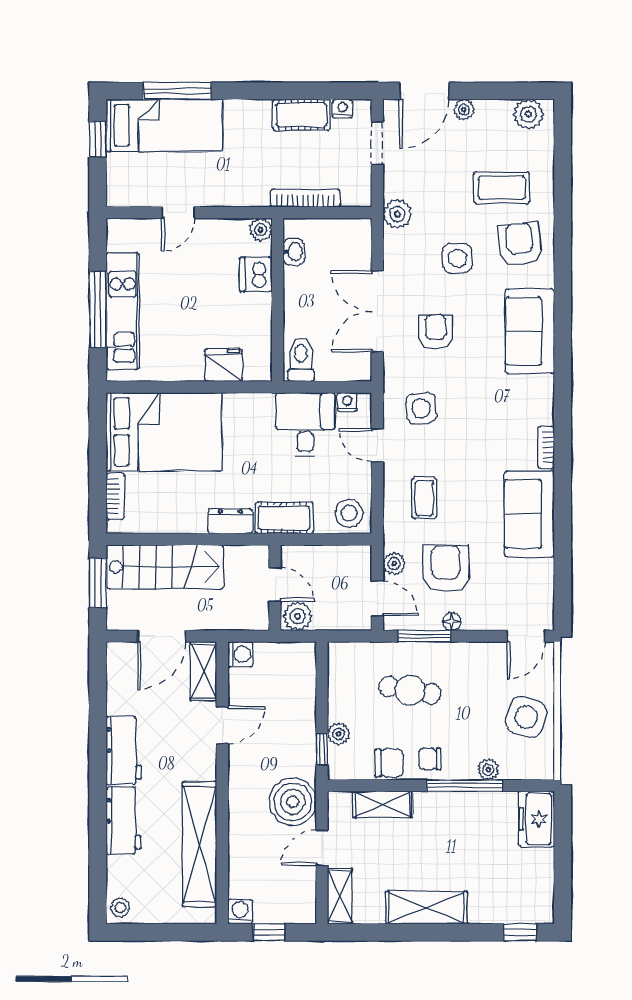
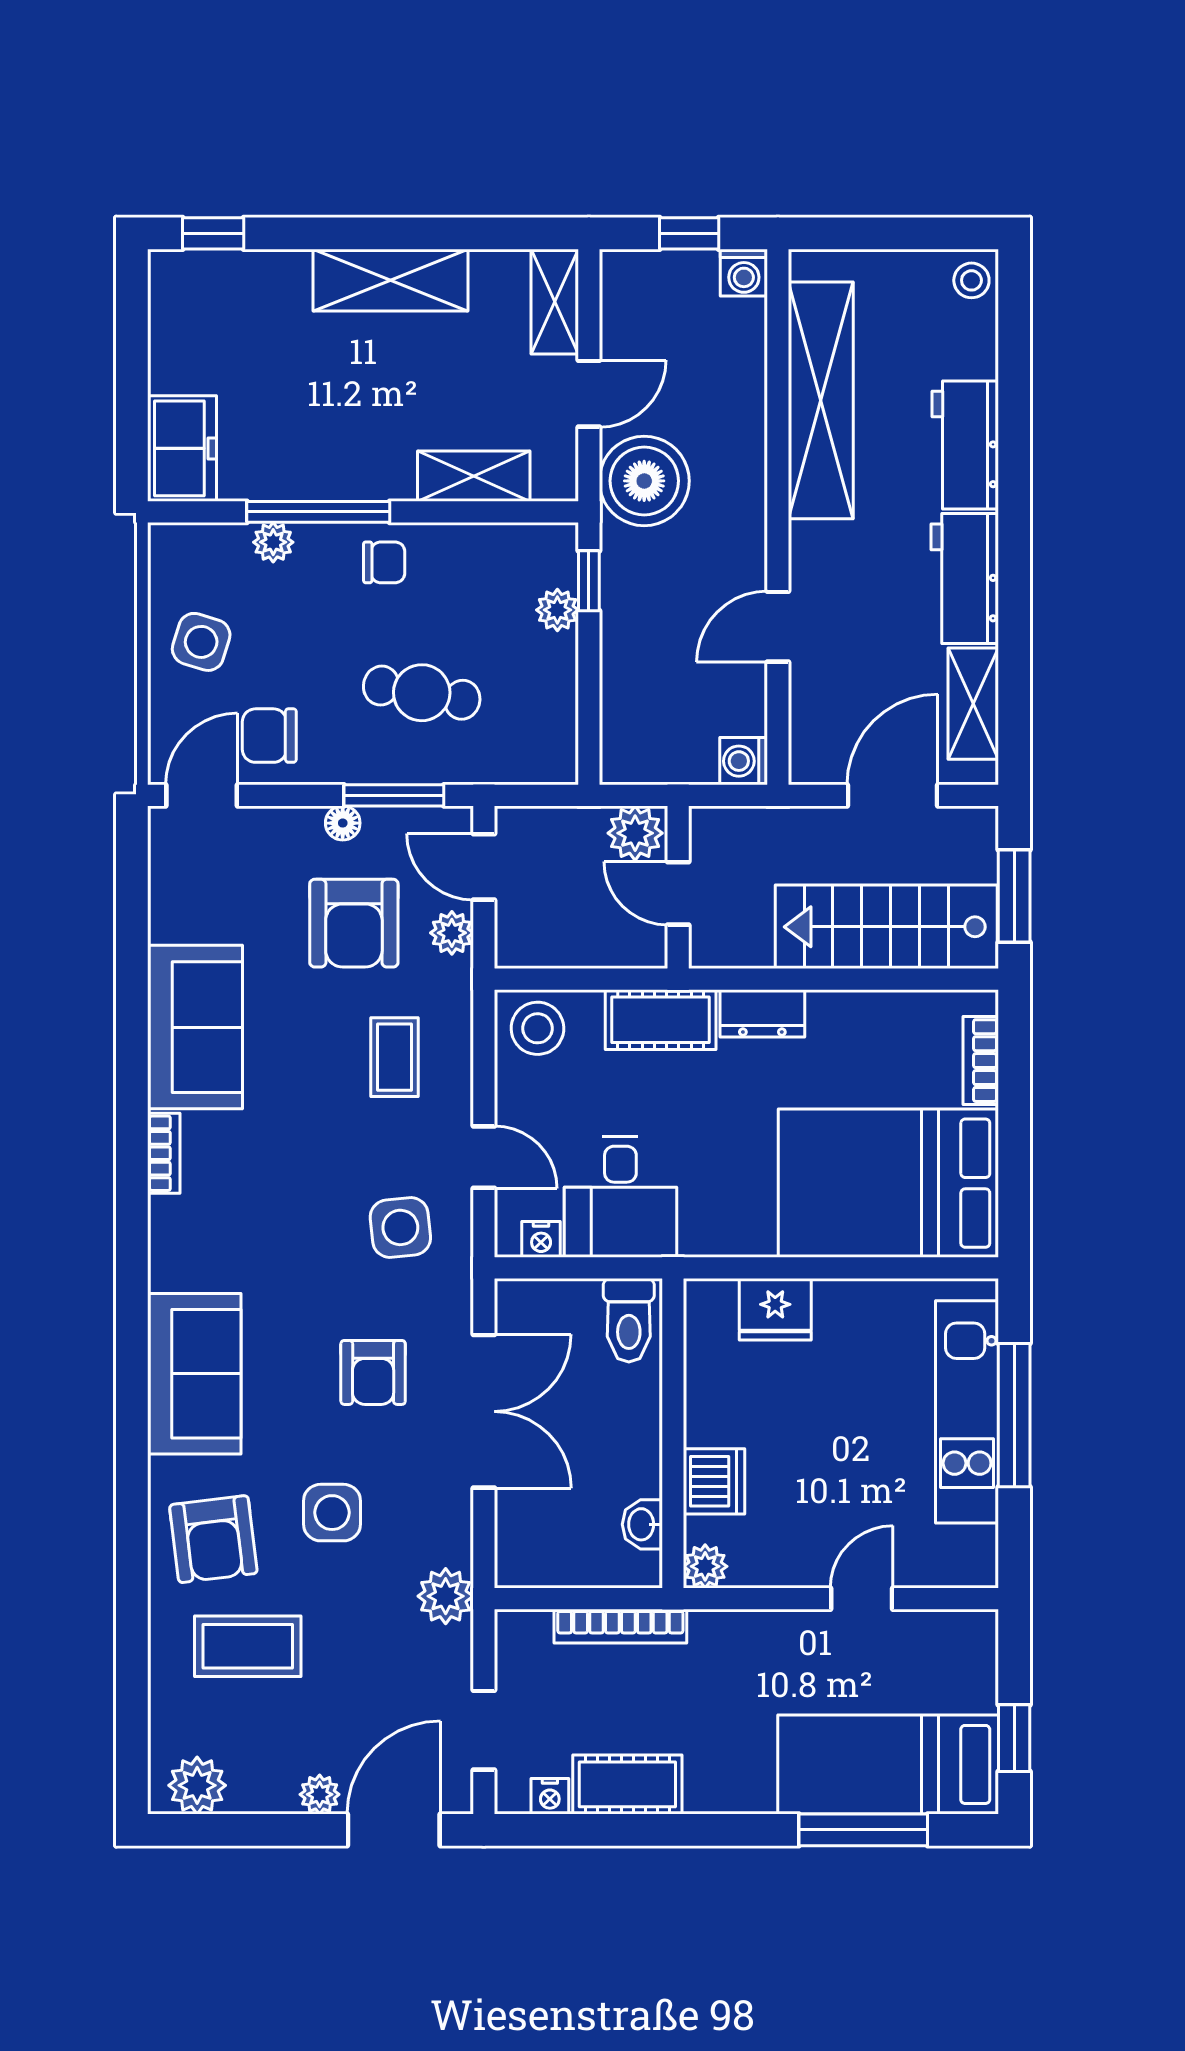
shelving: (204, 671) -> (973, 704), moved
side table: (526, 717) -> (201, 642), width x0.73, depth x0.73
chair: (389, 763) -> (269, 736), moved

